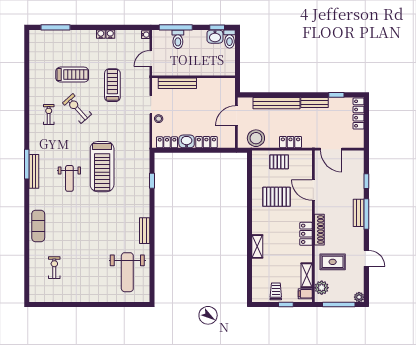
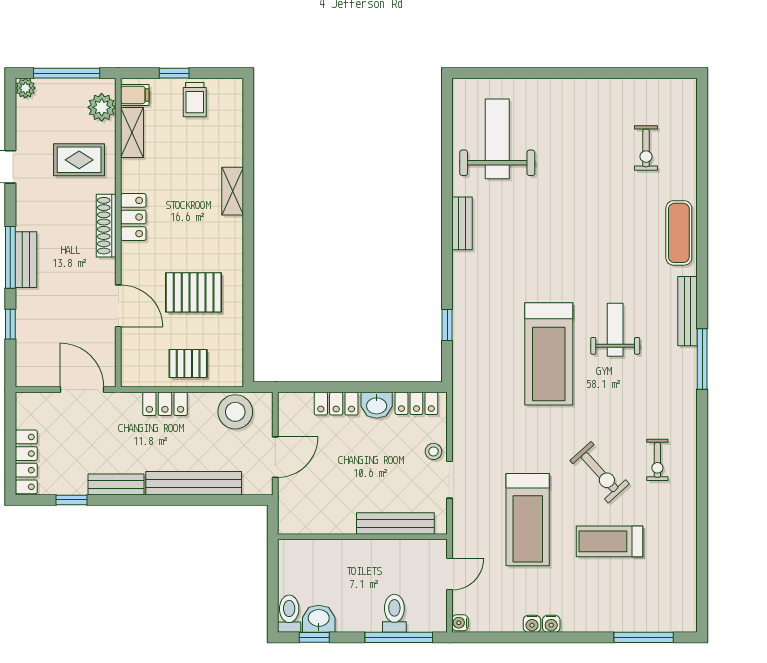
treadmill: (112, 85) -> (528, 520), width x1.37, depth x1.38
treadmill: (102, 167) -> (549, 354), turned 180
bench: (34, 171) -> (687, 311), moved

